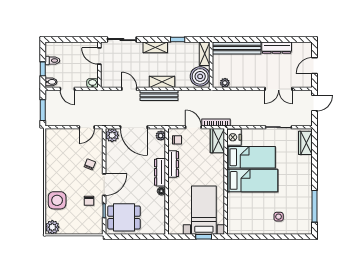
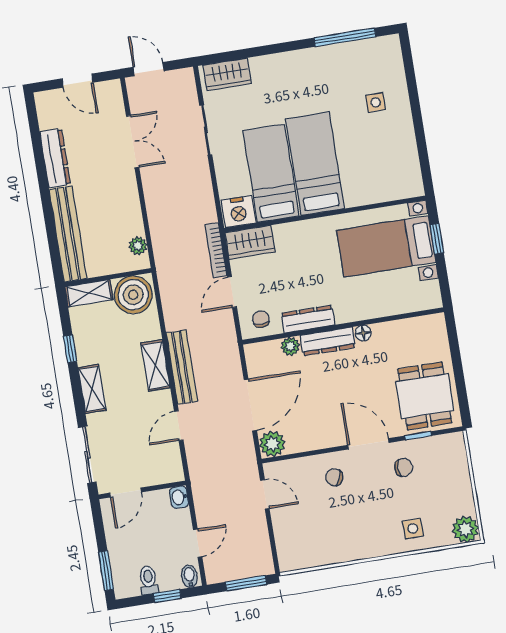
window: (61, 40) -> (106, 571), added
plant: (161, 136) -> (290, 346), moved
side table: (57, 200) -> (413, 528), width x0.54, depth x0.54

